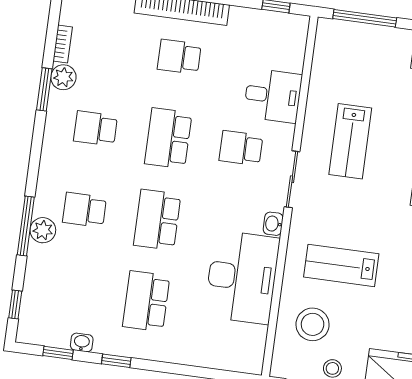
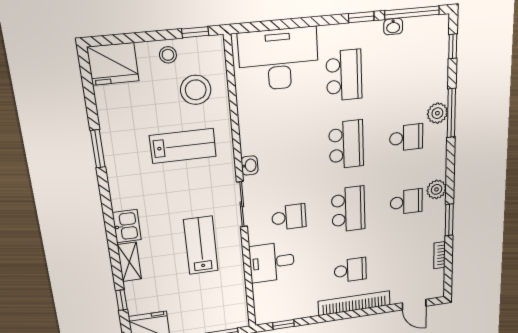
plant: (63, 77) -> (437, 189), moved
desk: (242, 277) -> (279, 59), moved, turned 90
window: (58, 353) -> (412, 13), width x2.17

